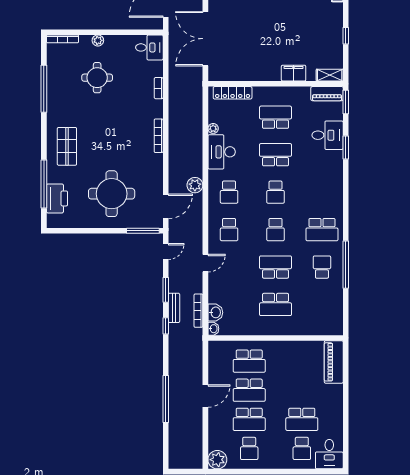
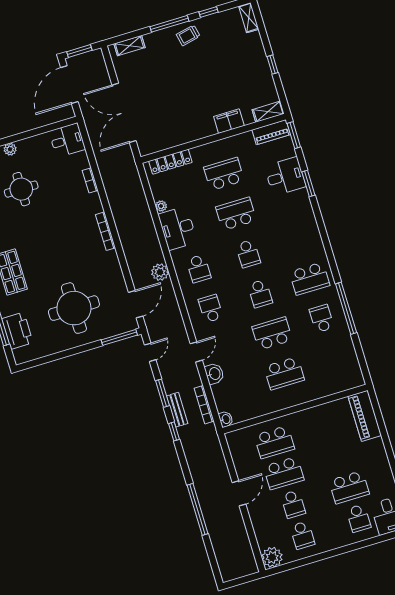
school desk: (229, 230) -> (211, 309), turned 180
washbasin: (215, 312) -> (214, 374), moved
school desk: (249, 419) -> (293, 504), width x0.54

